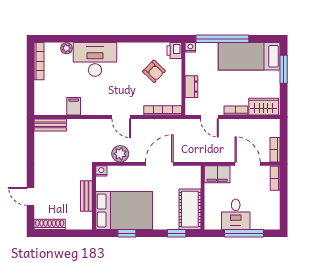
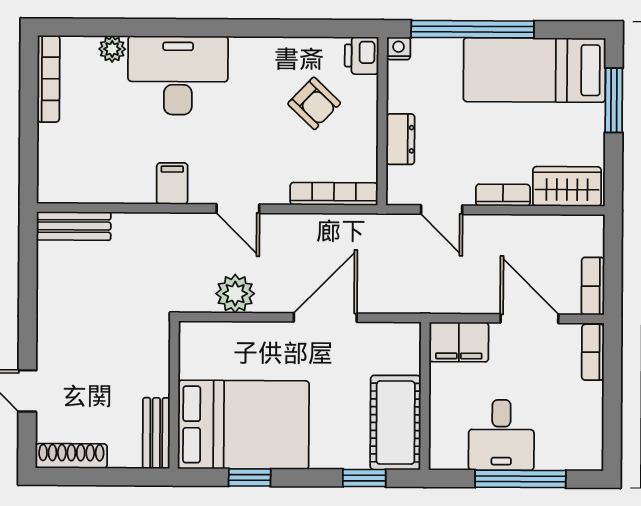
filing cabinet: (74, 106) -> (172, 184), moved
nightstand: (101, 171) -> (191, 333), removed
bench: (86, 196) -> (156, 433), moved

